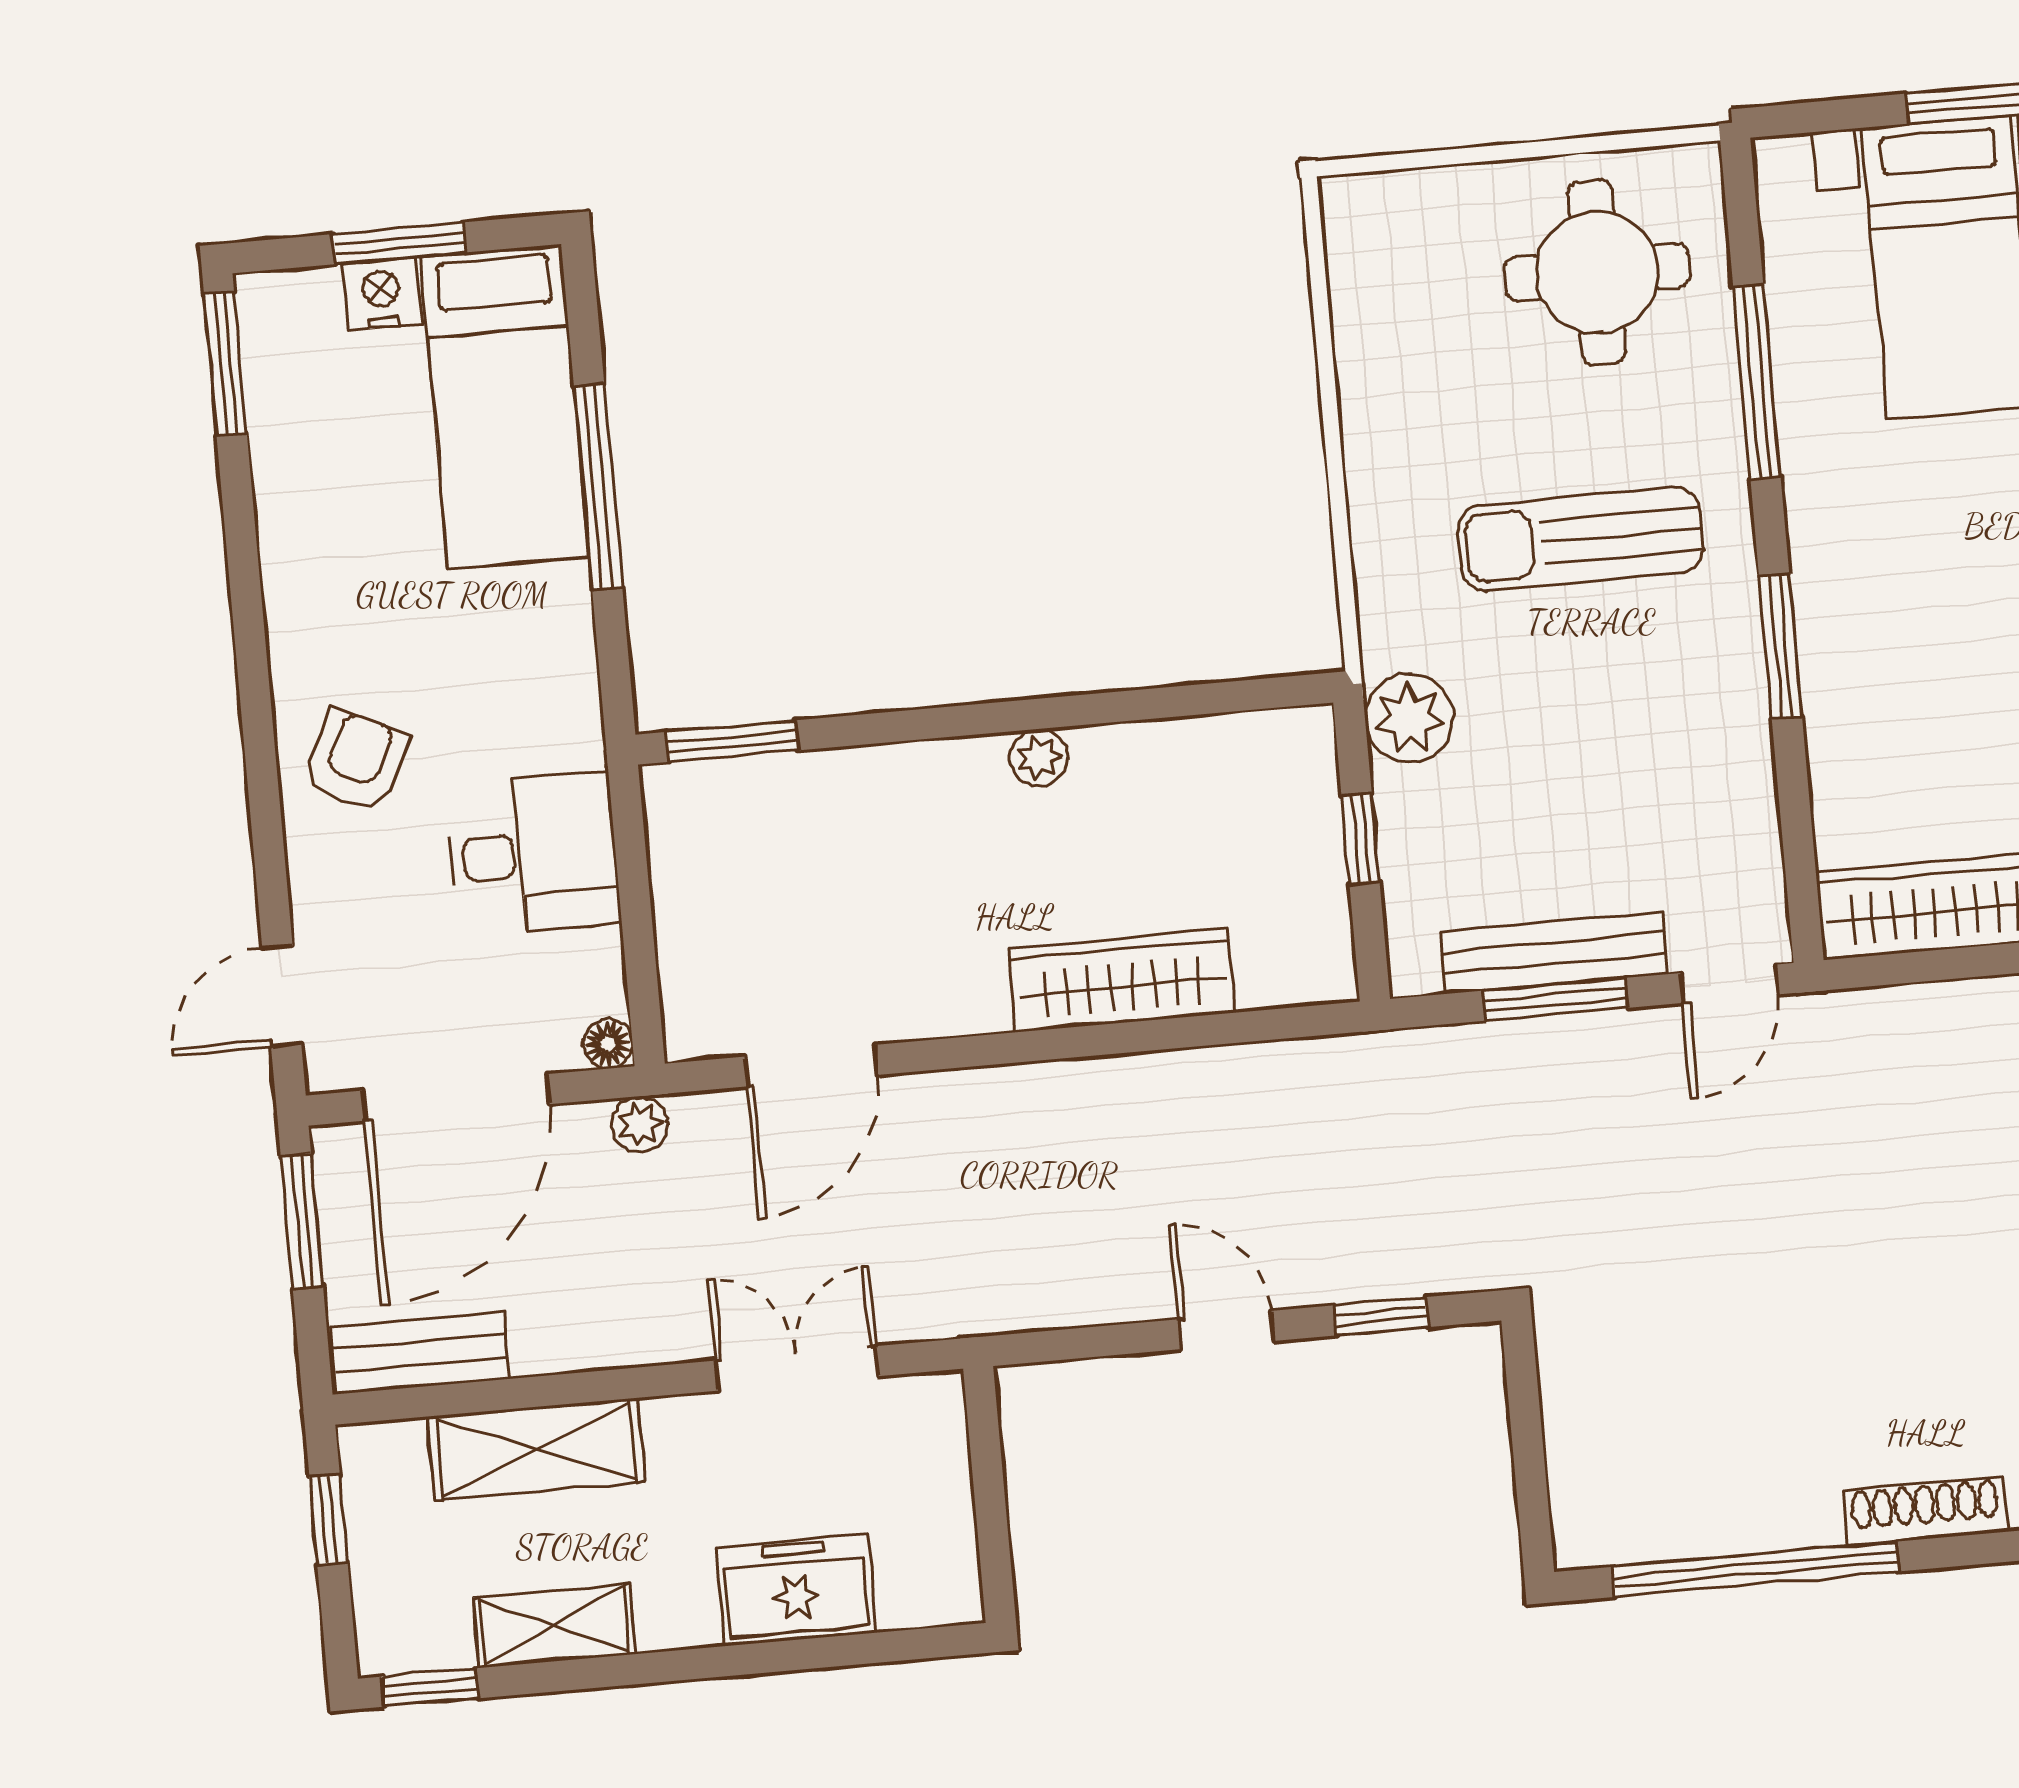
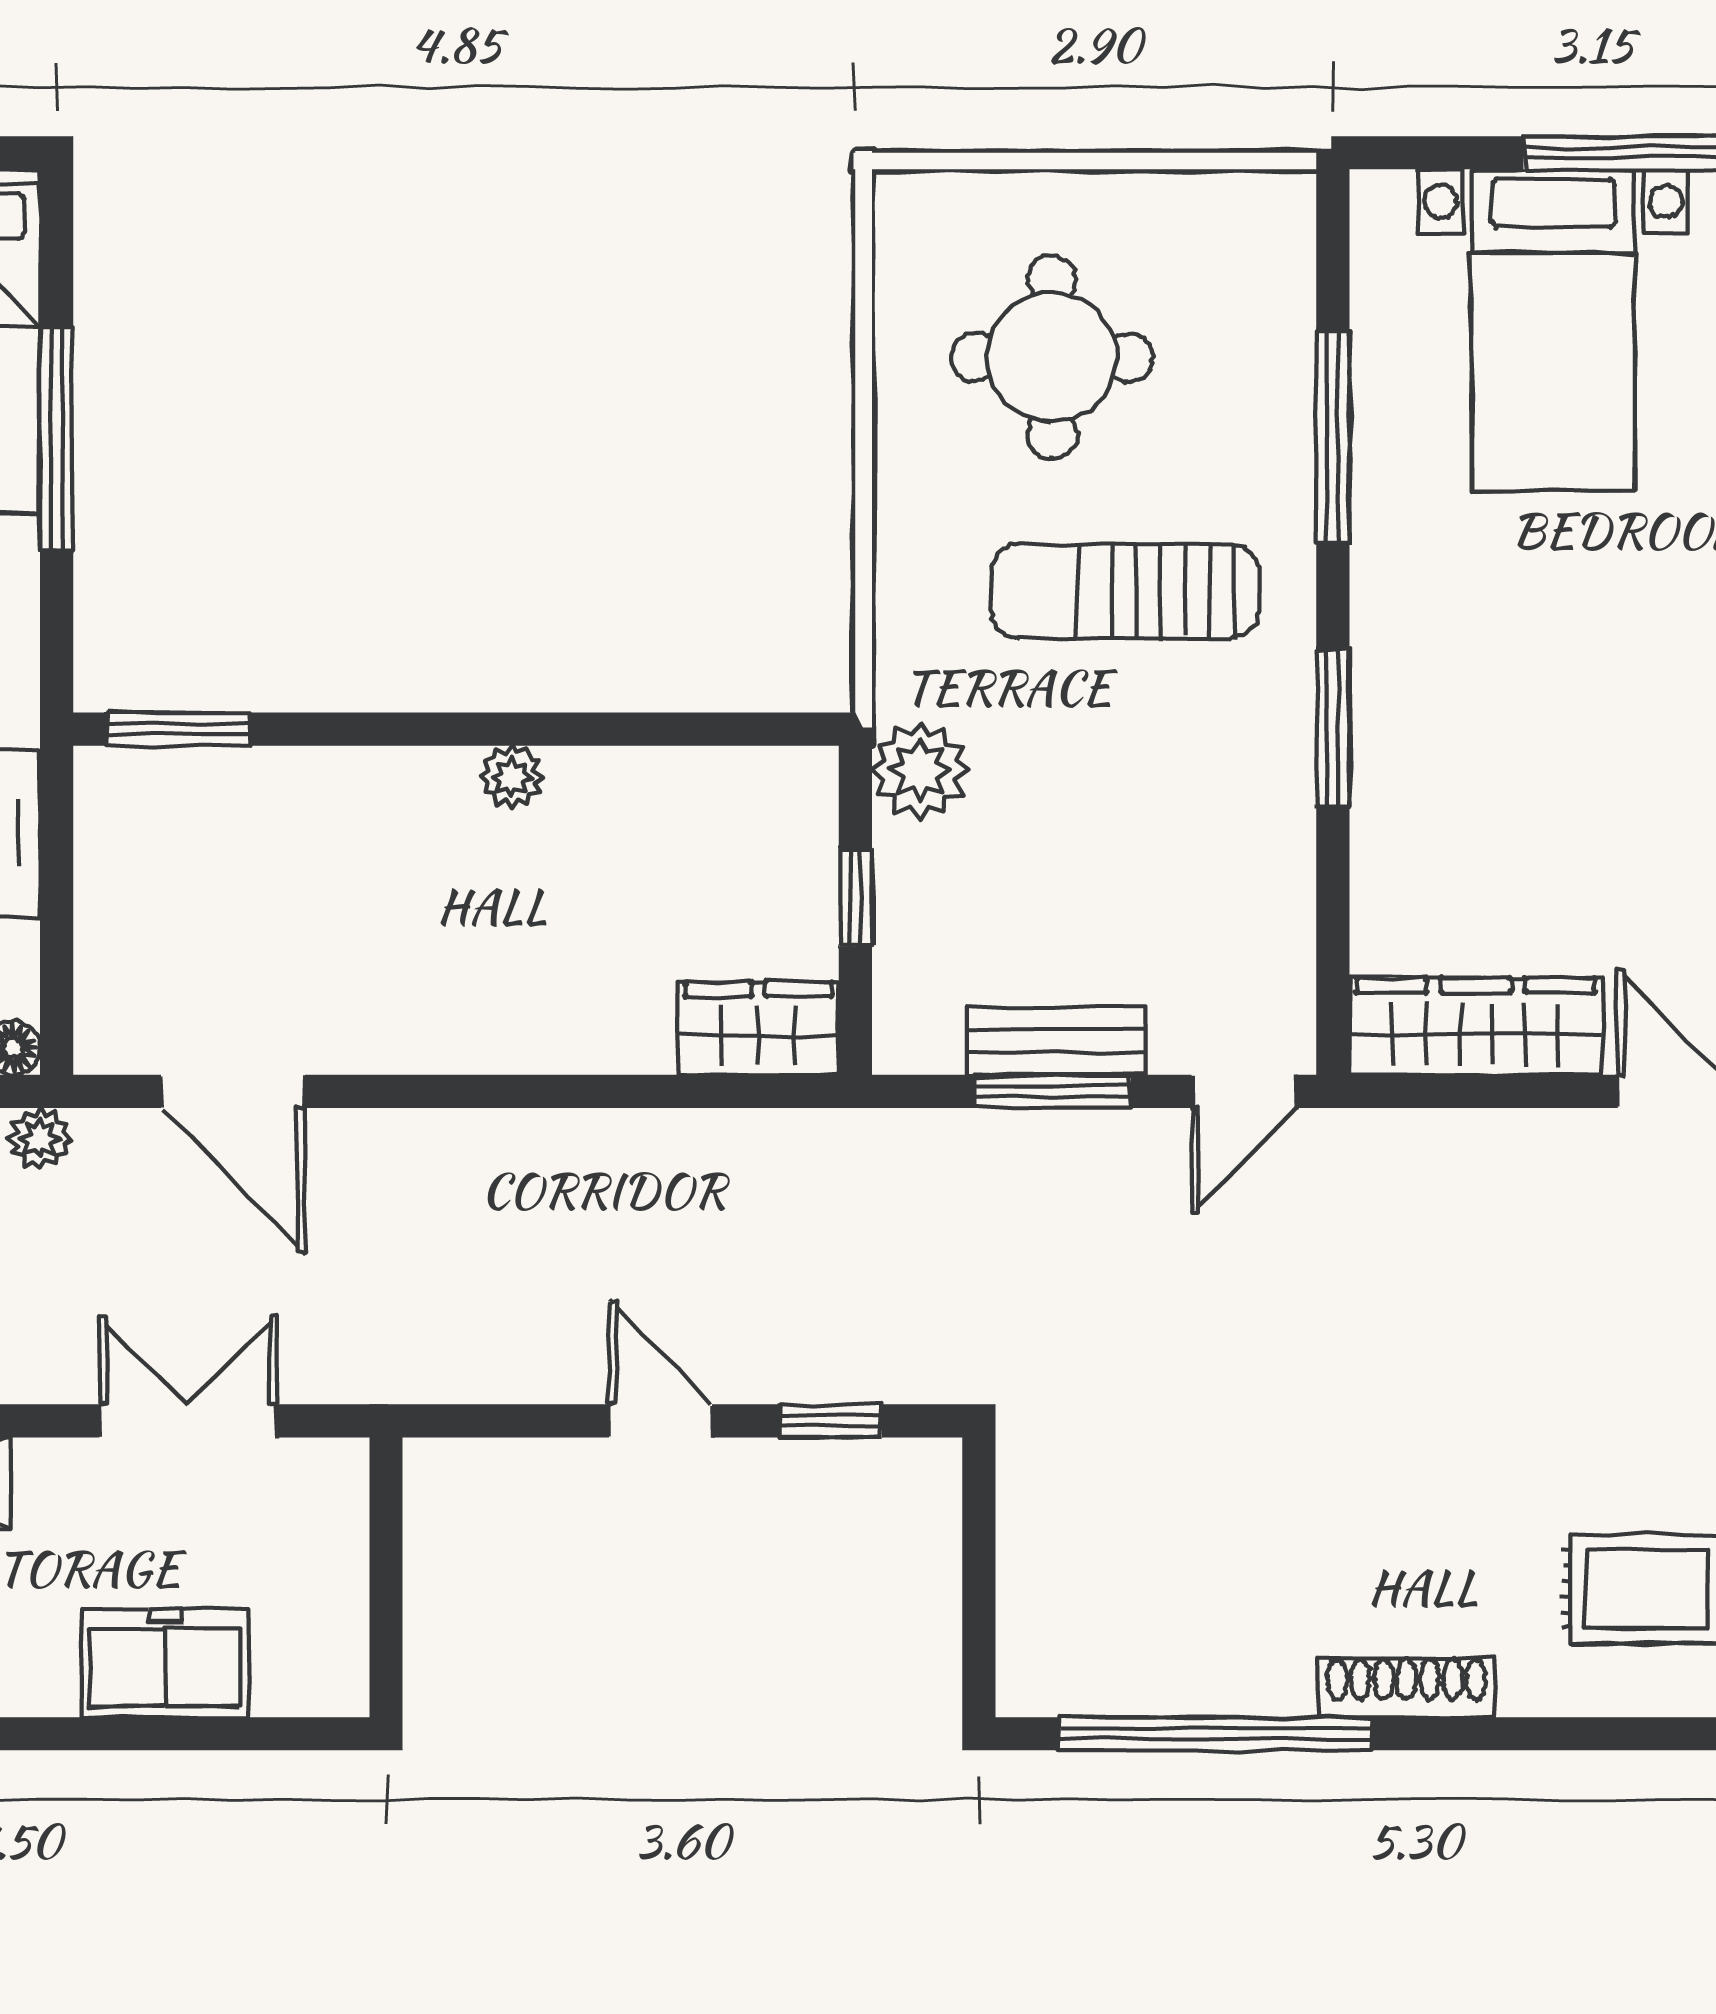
round table: (1597, 272) -> (1052, 357), moved
bench: (1554, 953) -> (1056, 1041), width x0.73
wardrobe: (1121, 980) -> (759, 1028), moved, width x0.67
door: (811, 1066) -> (233, 1091), hinge flipped

